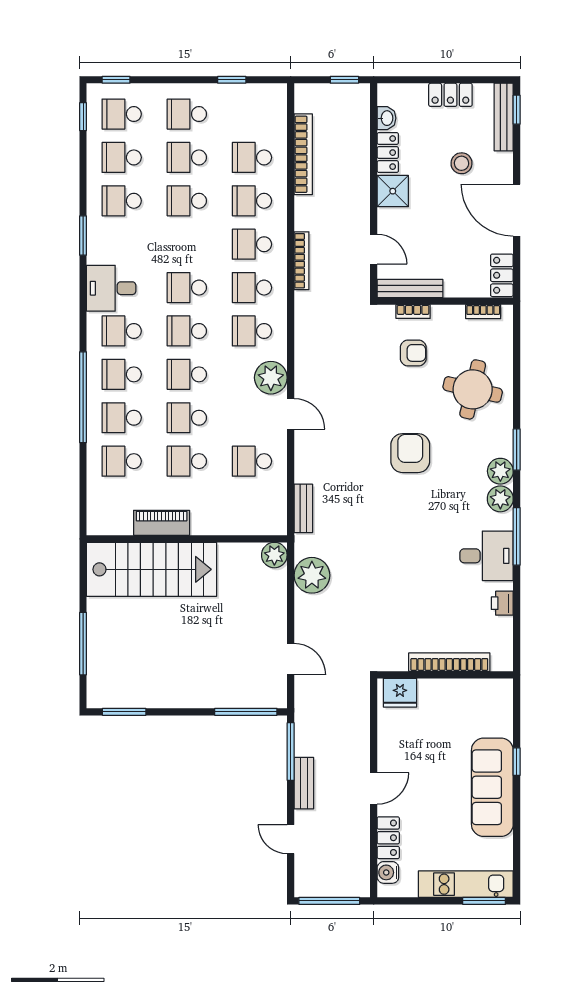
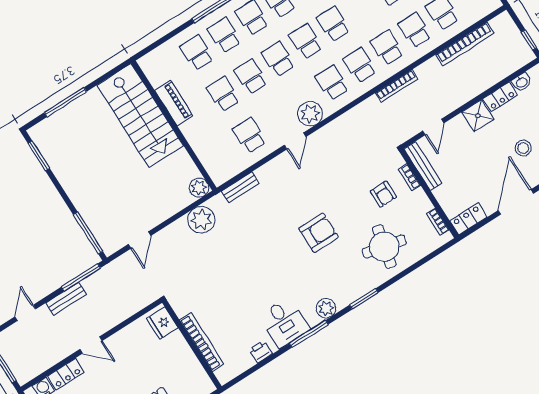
plant: (500, 471) -> (344, 297), removed

